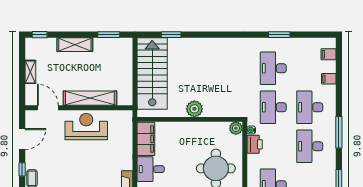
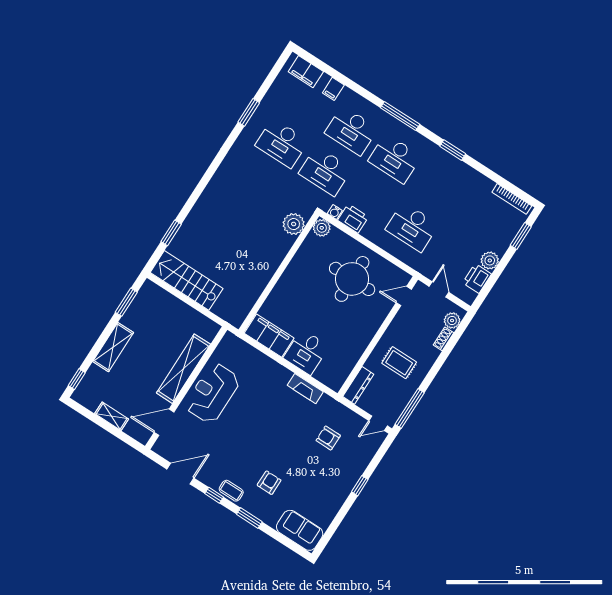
filing cabinet: (329, 54) -> (306, 72), width x2.00
stairs: (152, 73) -> (187, 280), width x0.73, depth x0.66
plant: (194, 109) -> (294, 224), moved
door: (22, 139) -> (180, 474), hinge flipped

